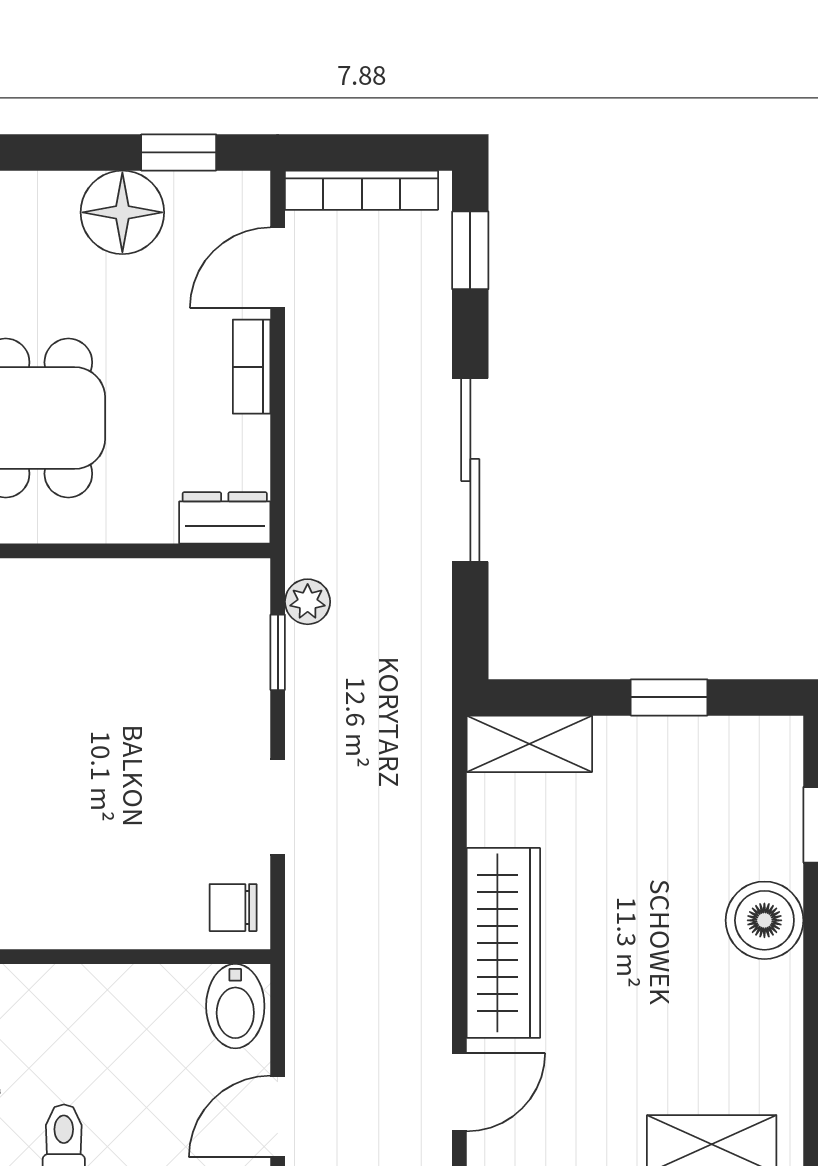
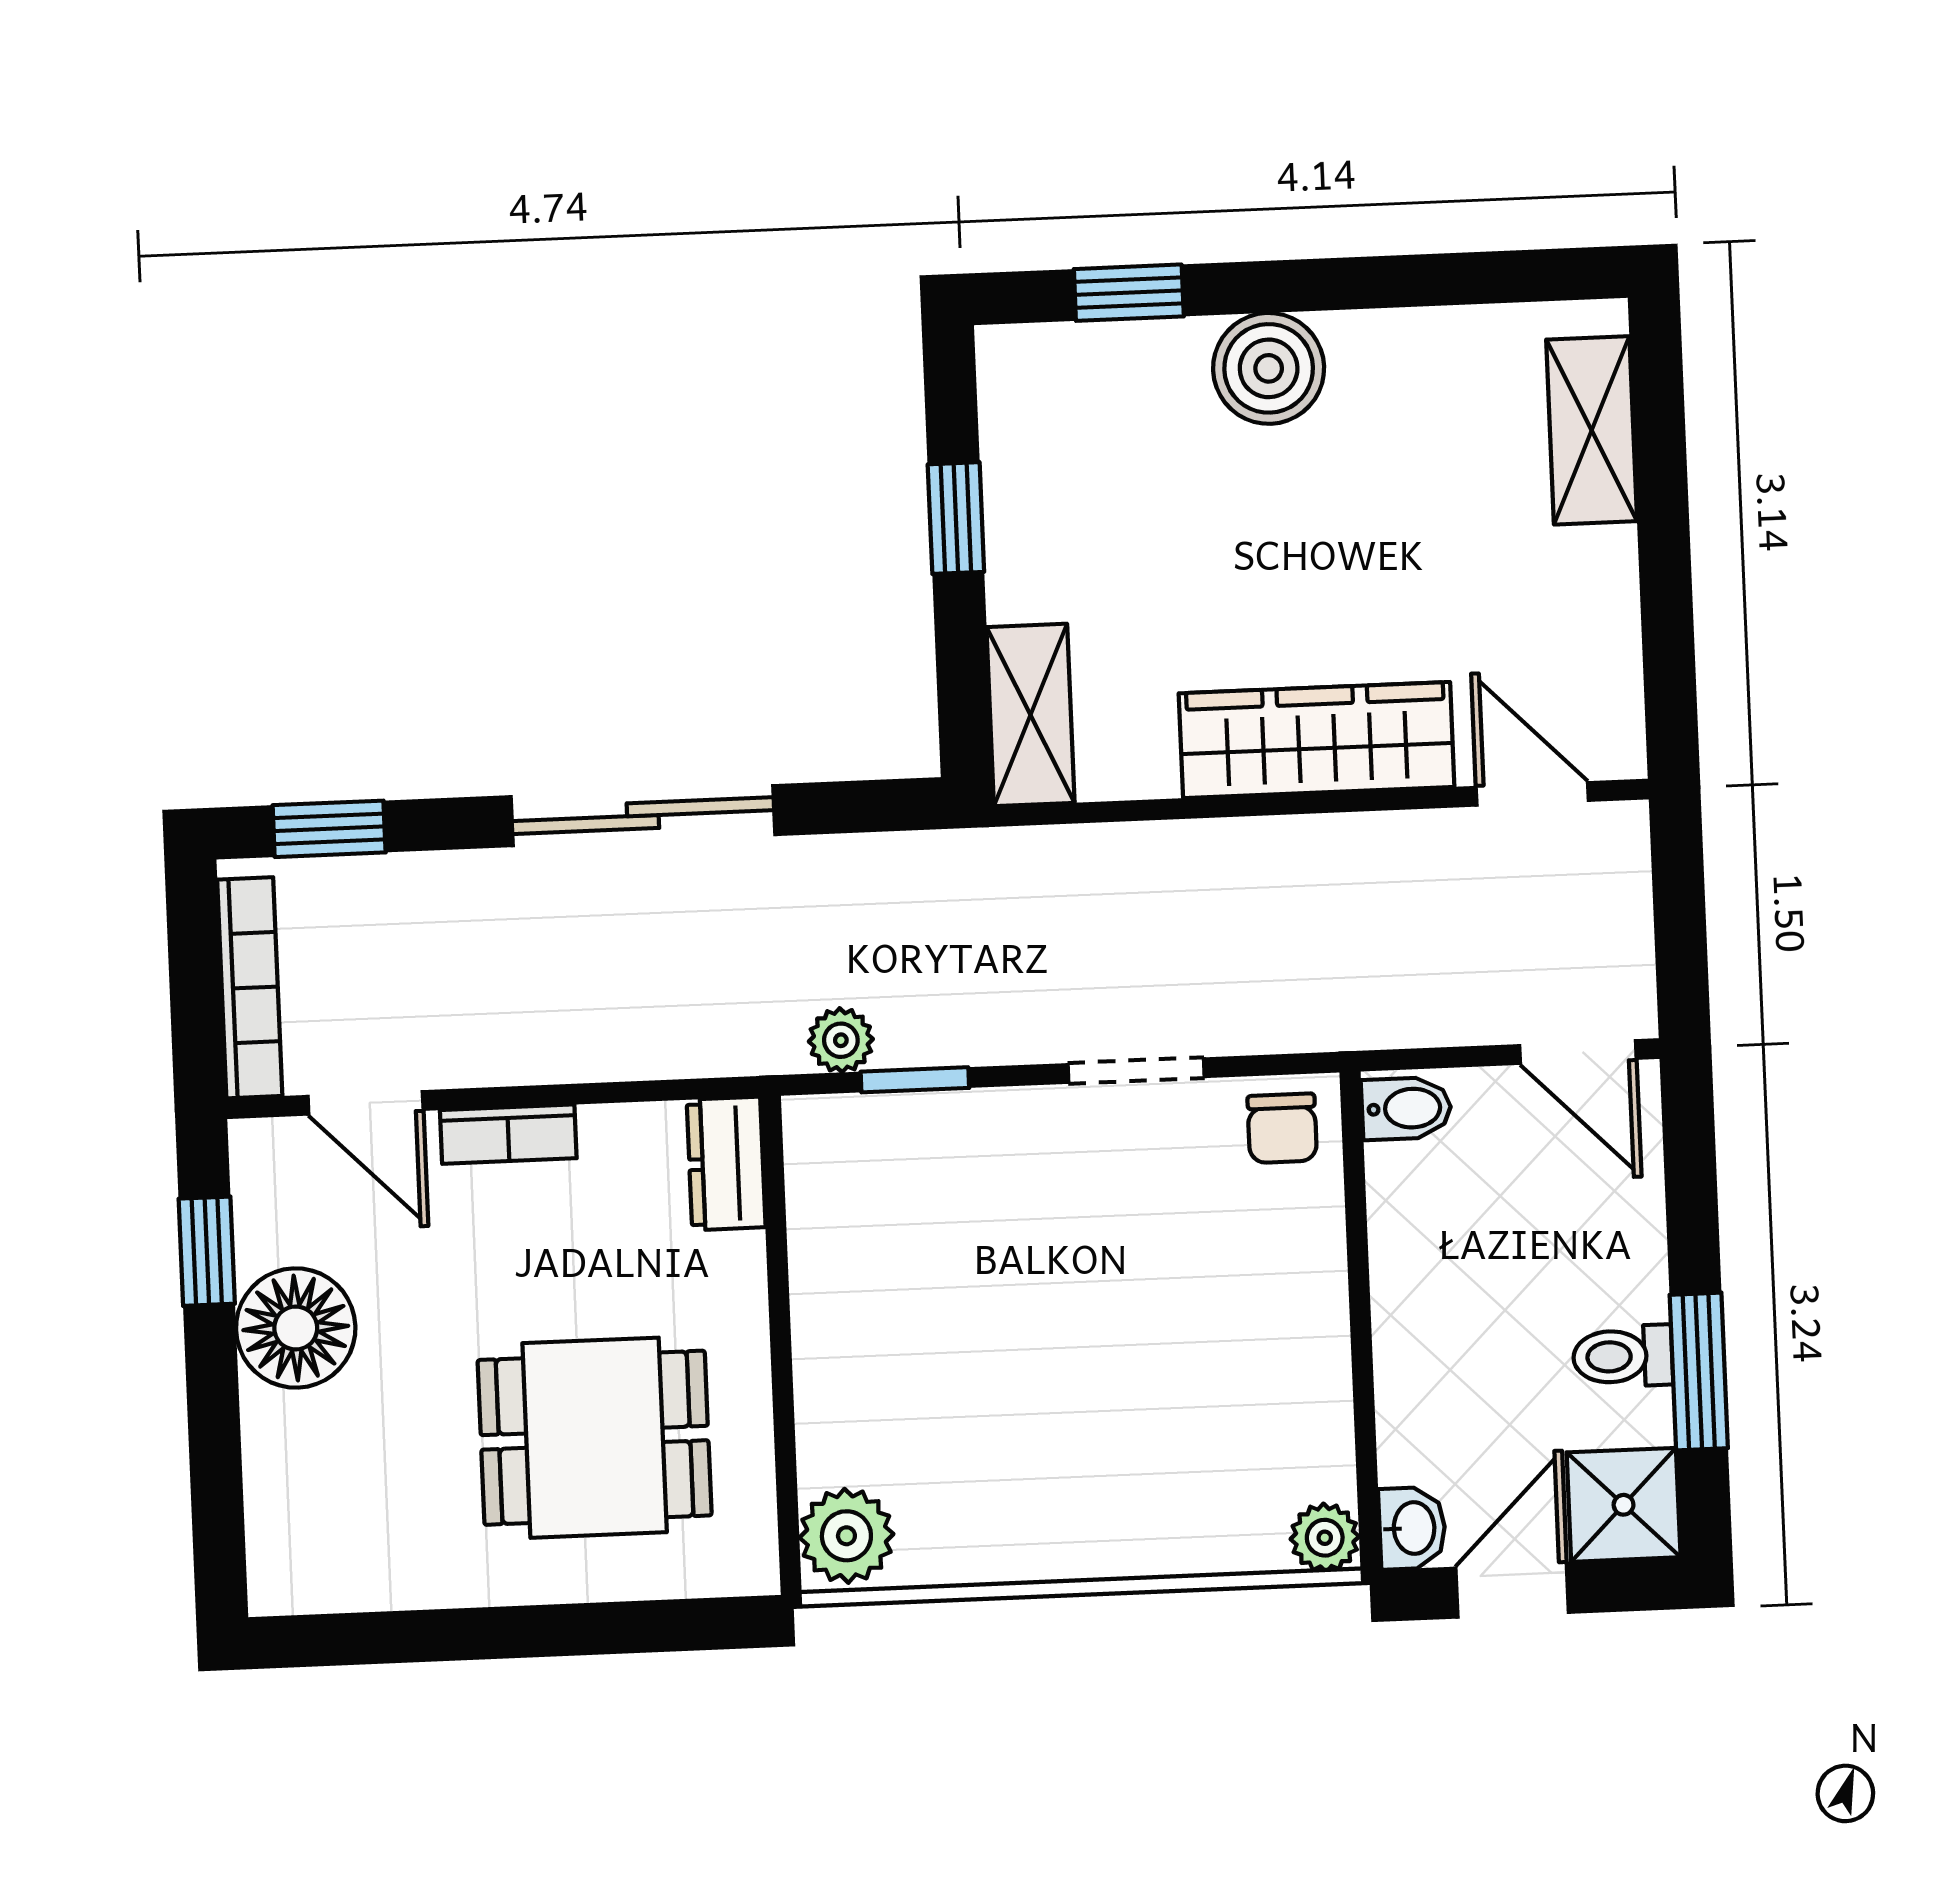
bidet: (235, 1006) -> (1406, 1108), width x0.72, depth x0.74

